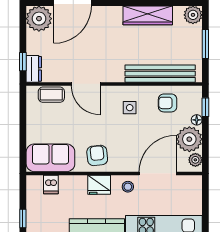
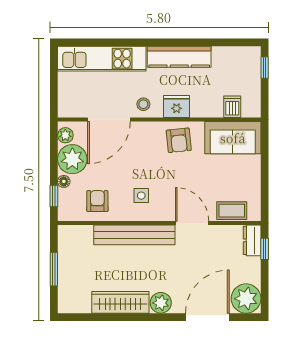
plant: (193, 15) -> (161, 303), moved
bench: (160, 74) -> (134, 235), moved
armchair: (168, 103) -> (97, 201), turned -90

